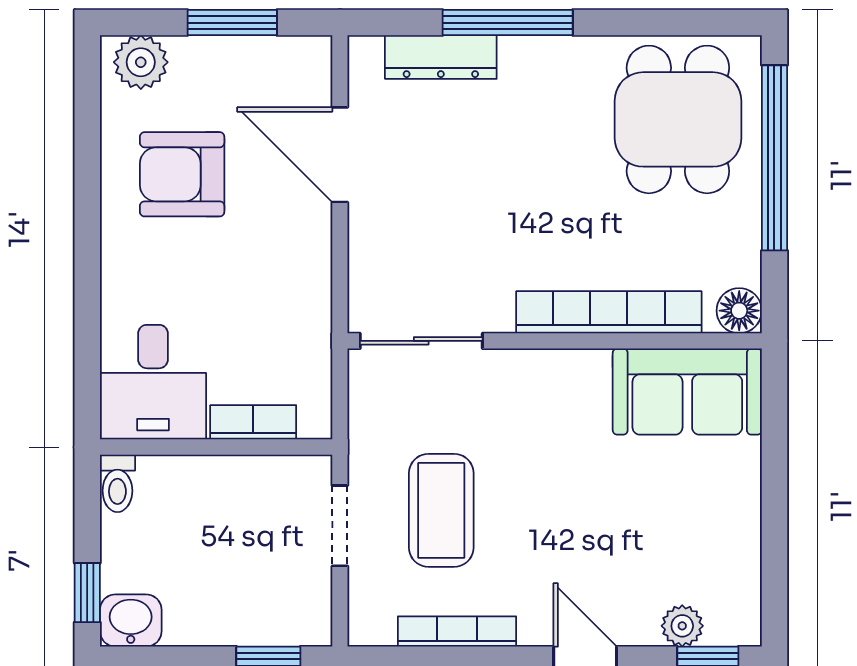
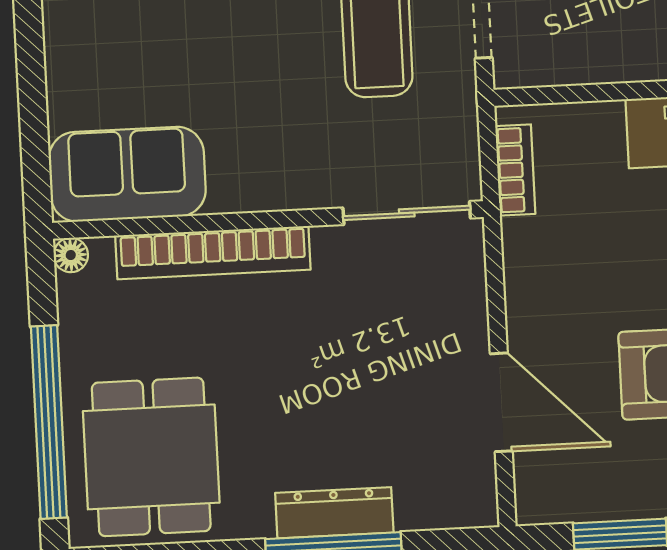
dresser: (441, 57) -> (334, 513), moved
floor lamp: (739, 311) -> (71, 255), width x0.73, depth x0.73
bookcase: (253, 422) -> (515, 170), moved, turned -90

